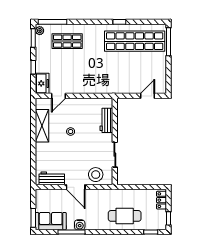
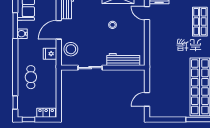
door: (148, 96) -> (147, 99), swing flipped
workbench: (106, 120) -> (123, 59), width x1.38
fridge: (100, 196) -> (50, 54), added
cafe table: (125, 216) -> (31, 77), width x0.73, depth x0.74

